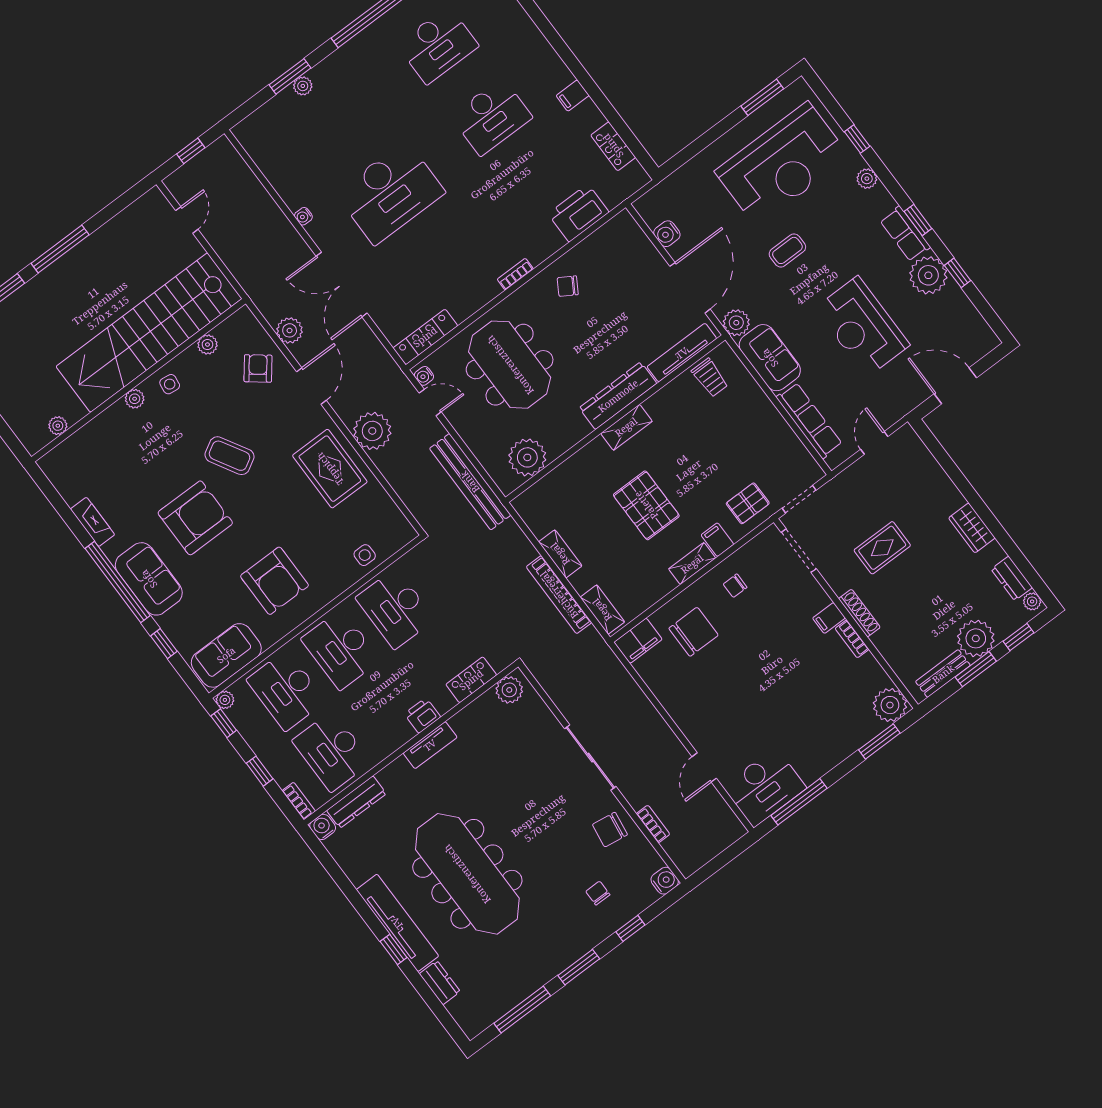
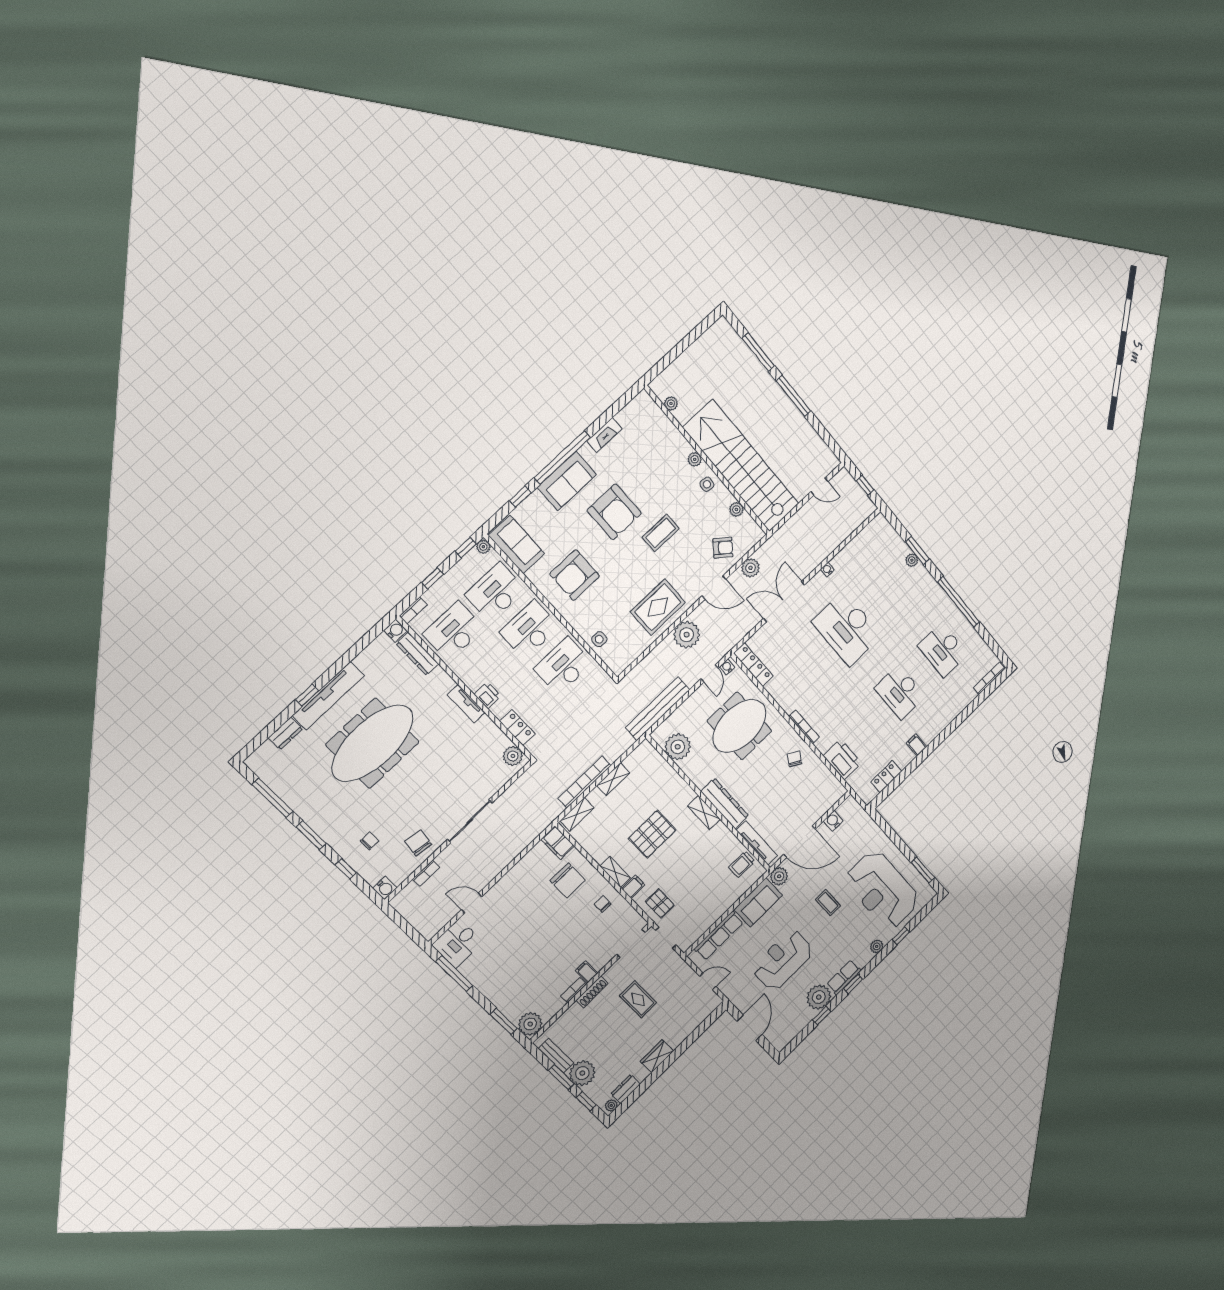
bookcase: (515, 274) -> (804, 727), width x1.56
coffee table: (230, 456) -> (661, 533), turned 30
desk: (765, 787) -> (457, 943), width x0.73

